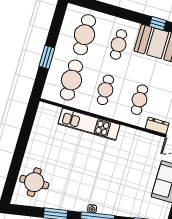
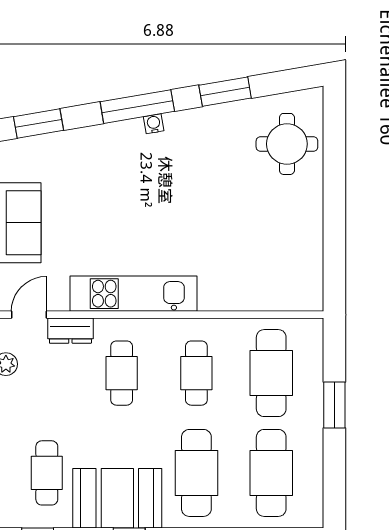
cafe table: (119, 44) -> (196, 473), width x1.37, depth x1.35
kitchen unit: (89, 124) -> (133, 294), moved

